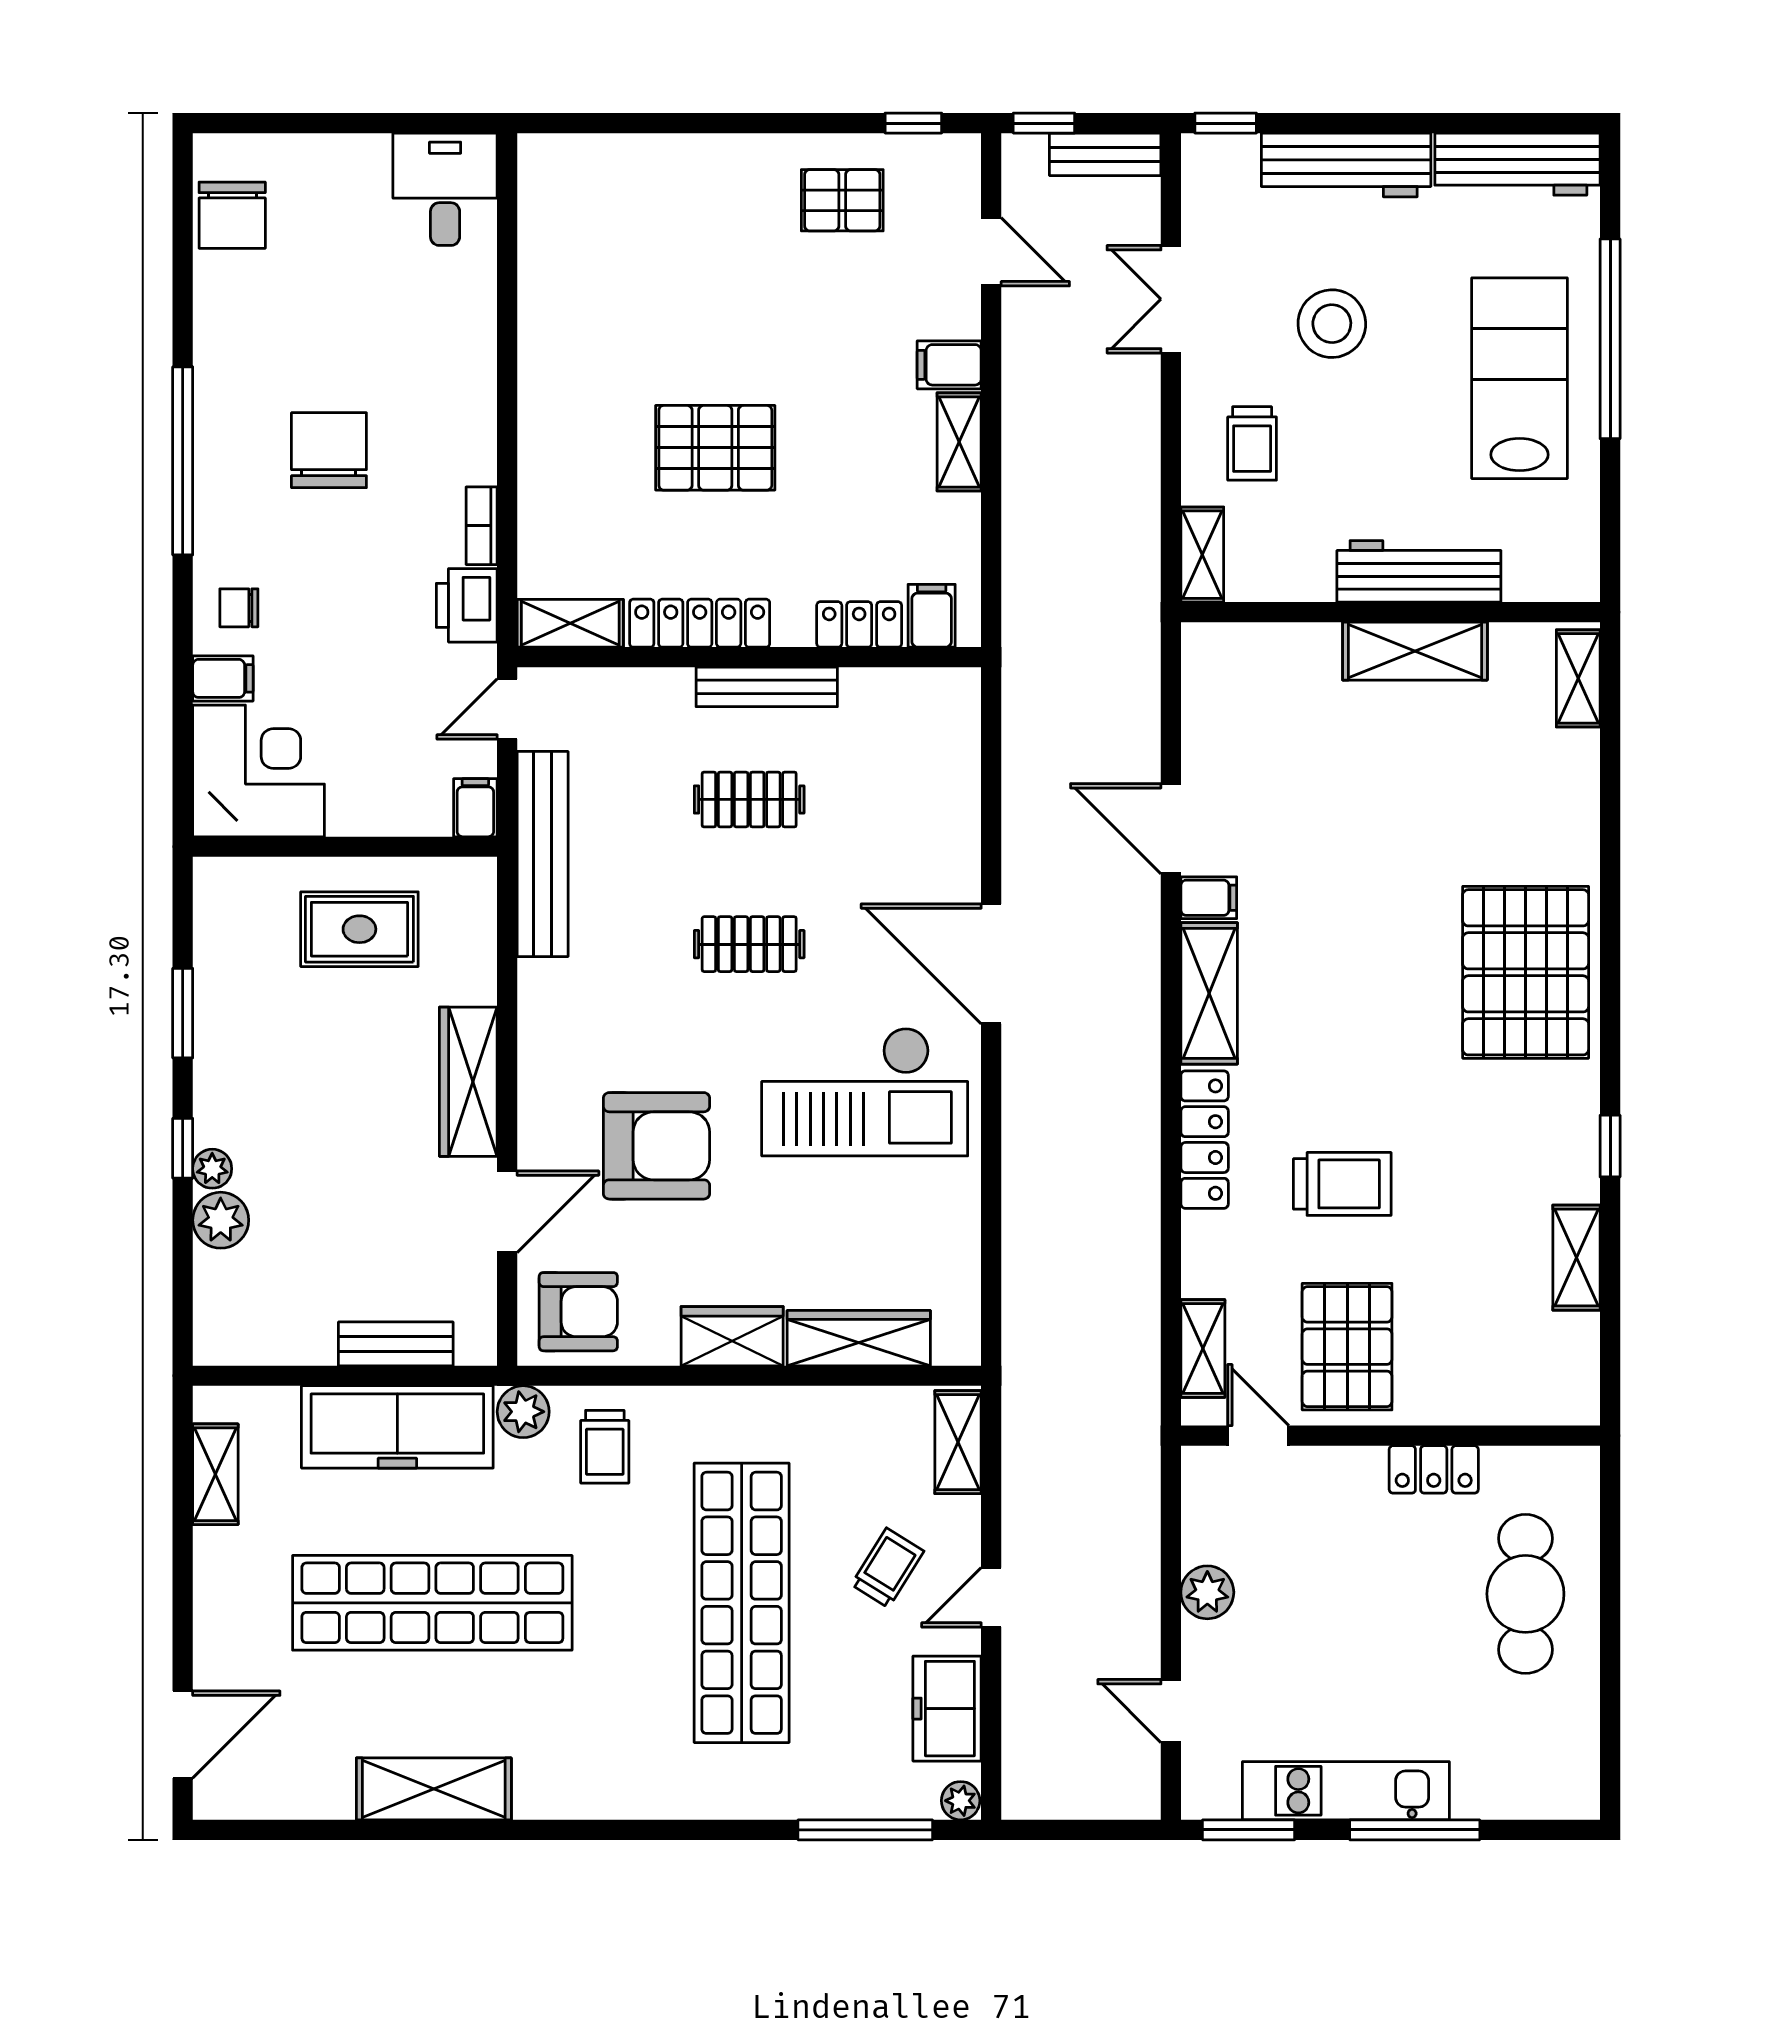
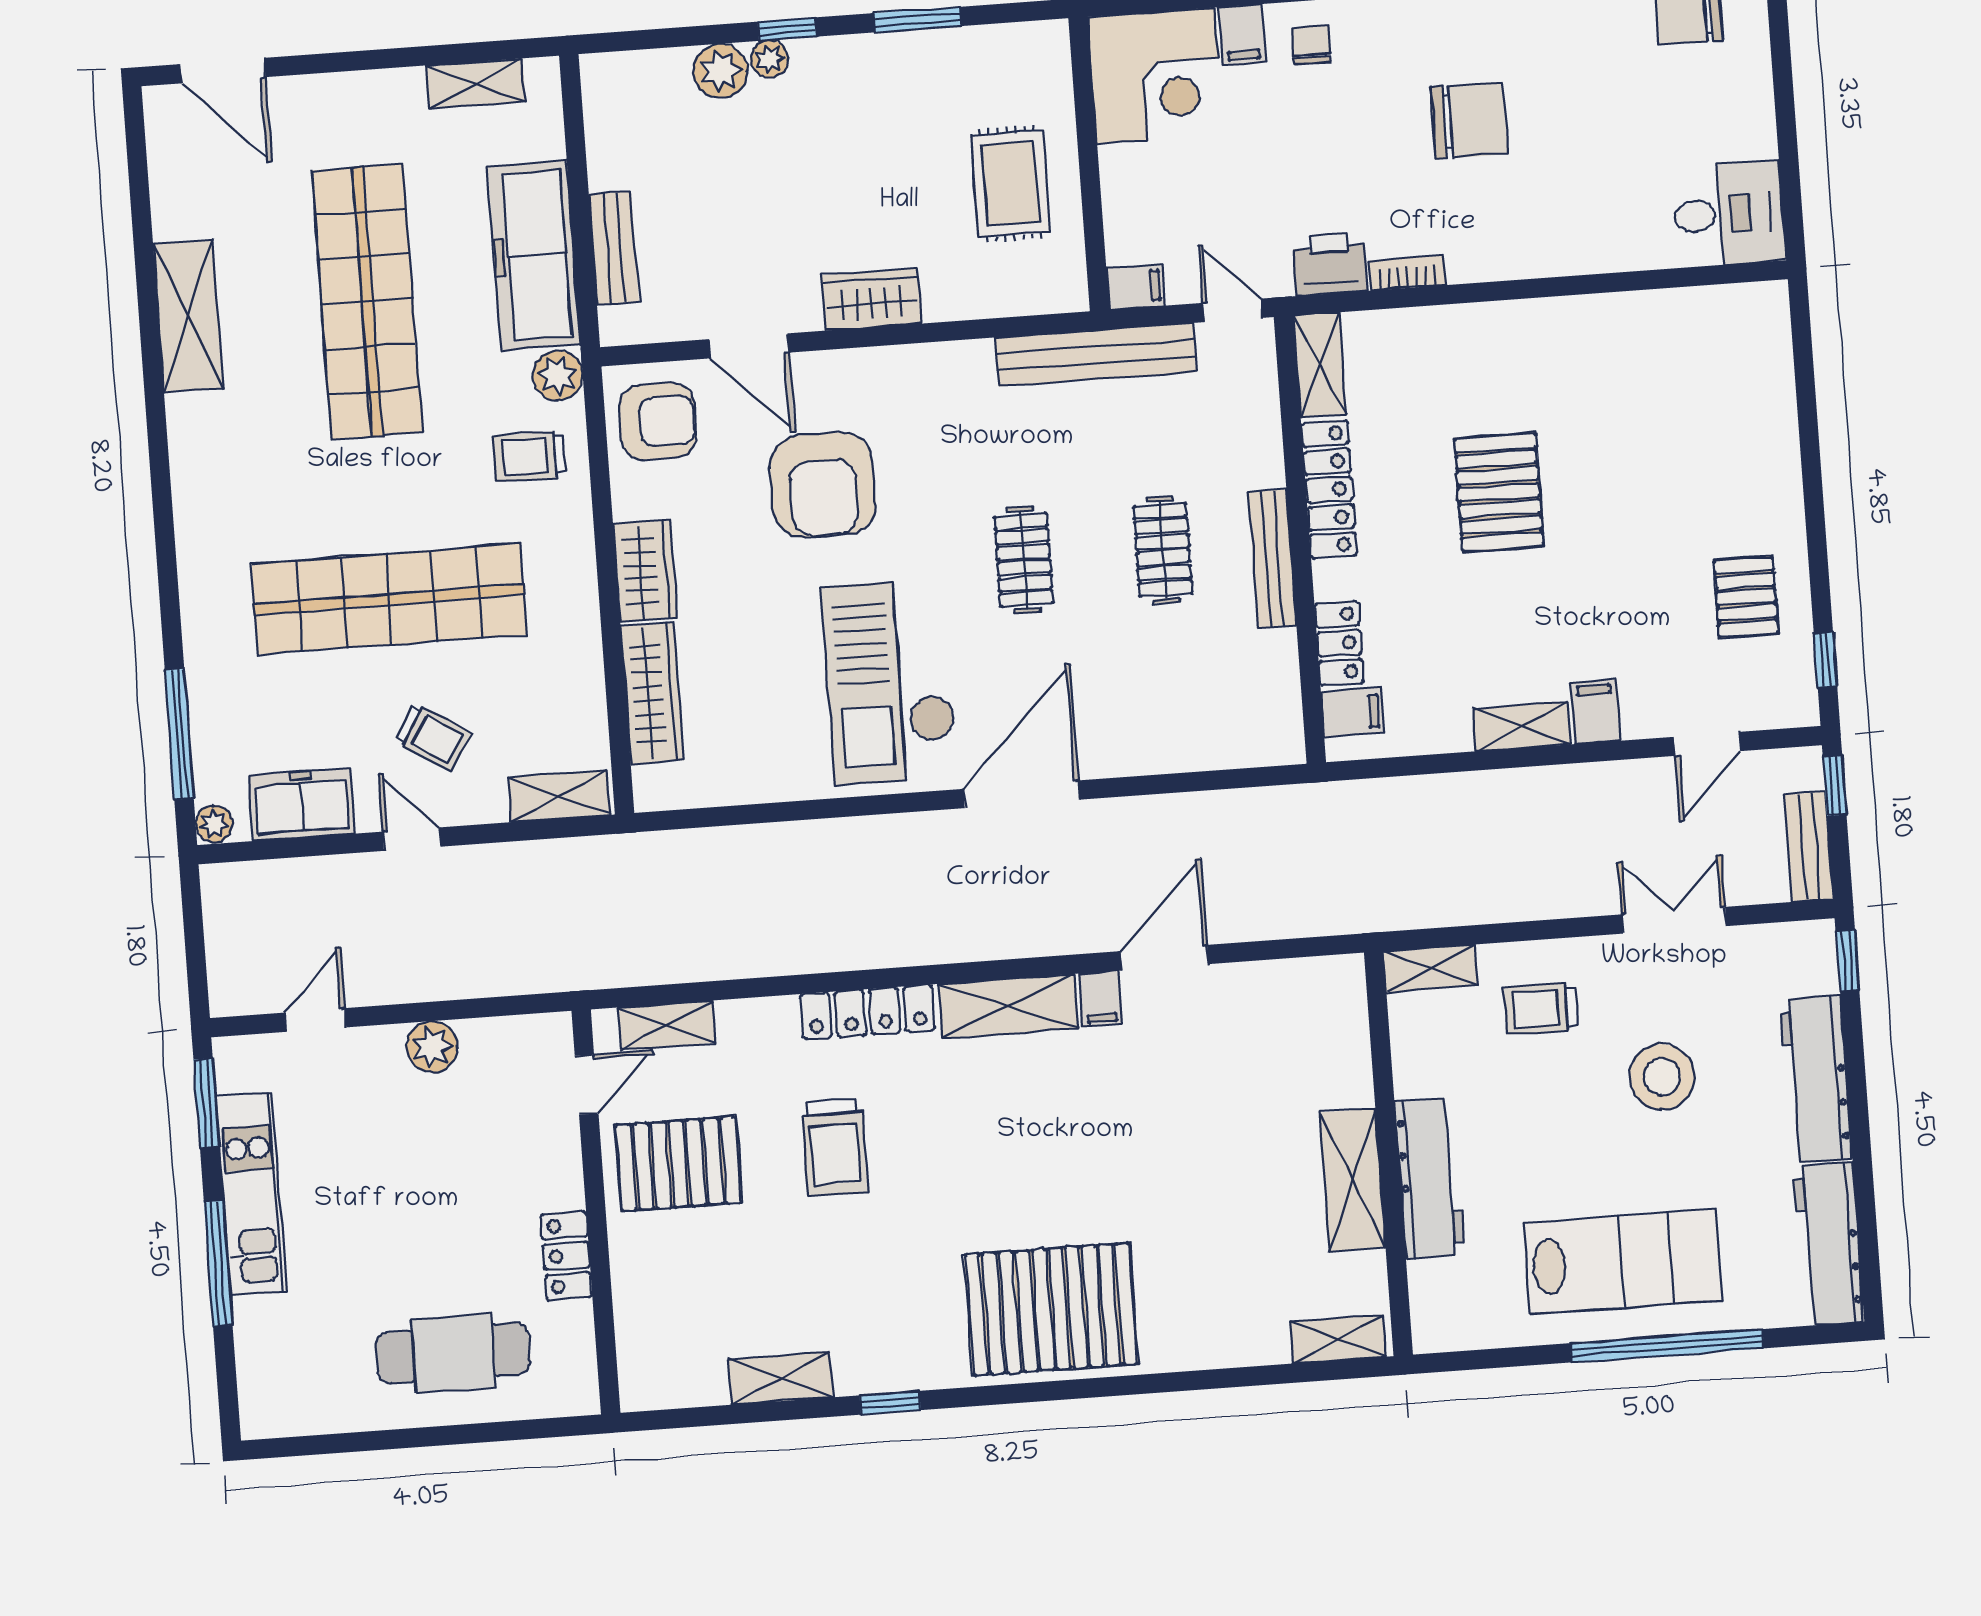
wardrobe: (468, 1082) -> (871, 299), width x0.67
armchair: (578, 1312) -> (658, 421), turned -90

